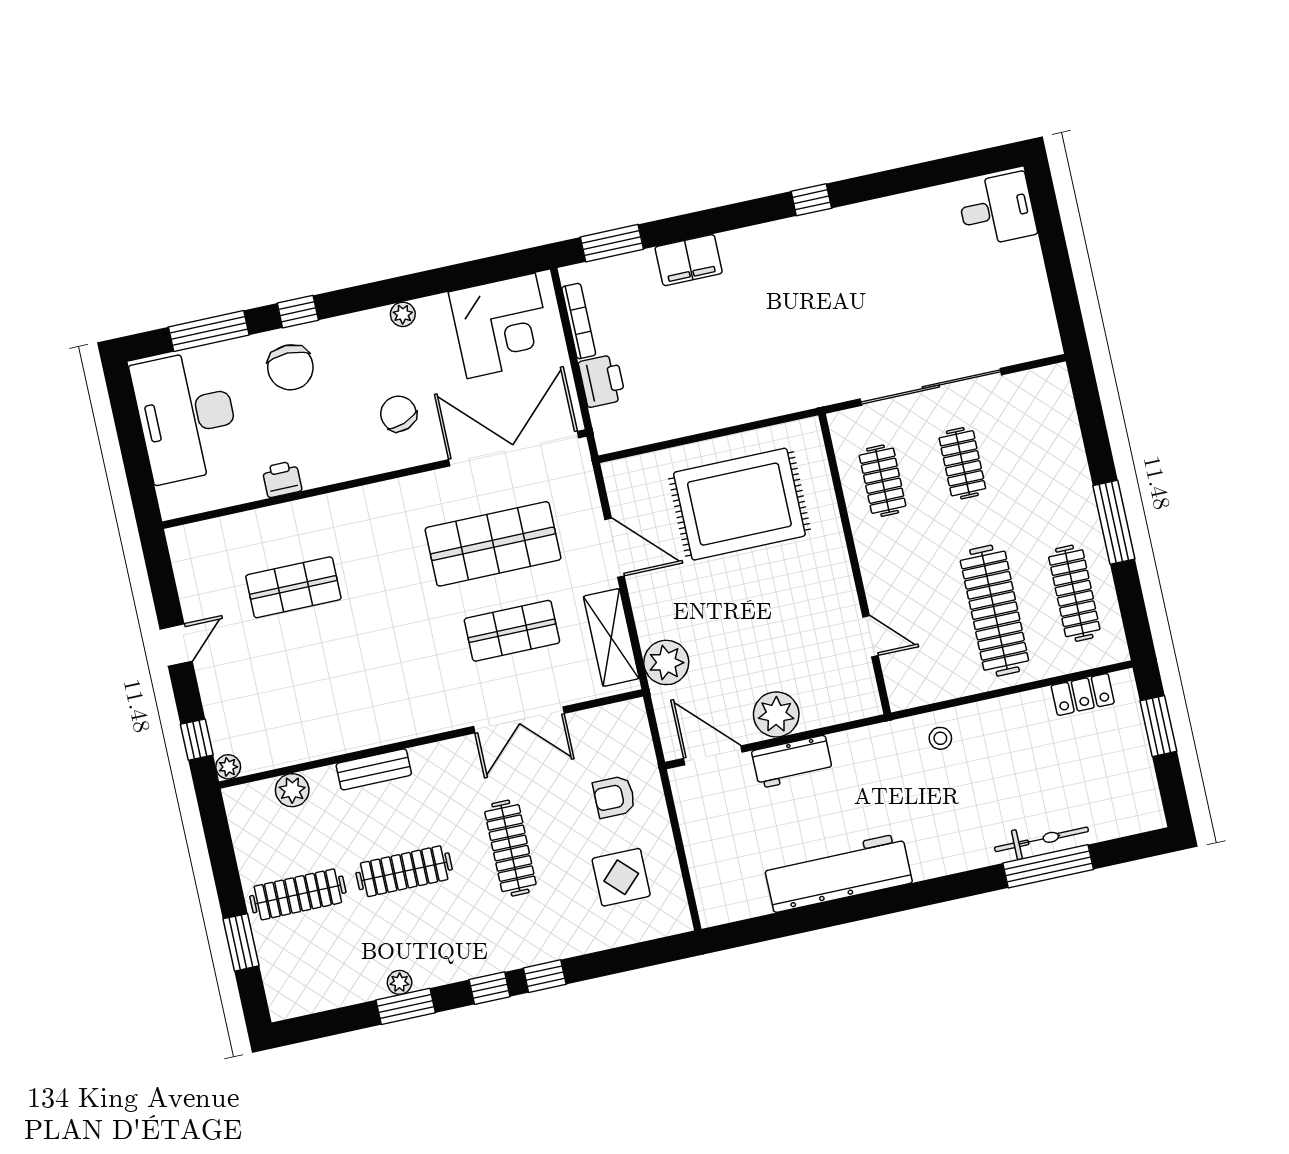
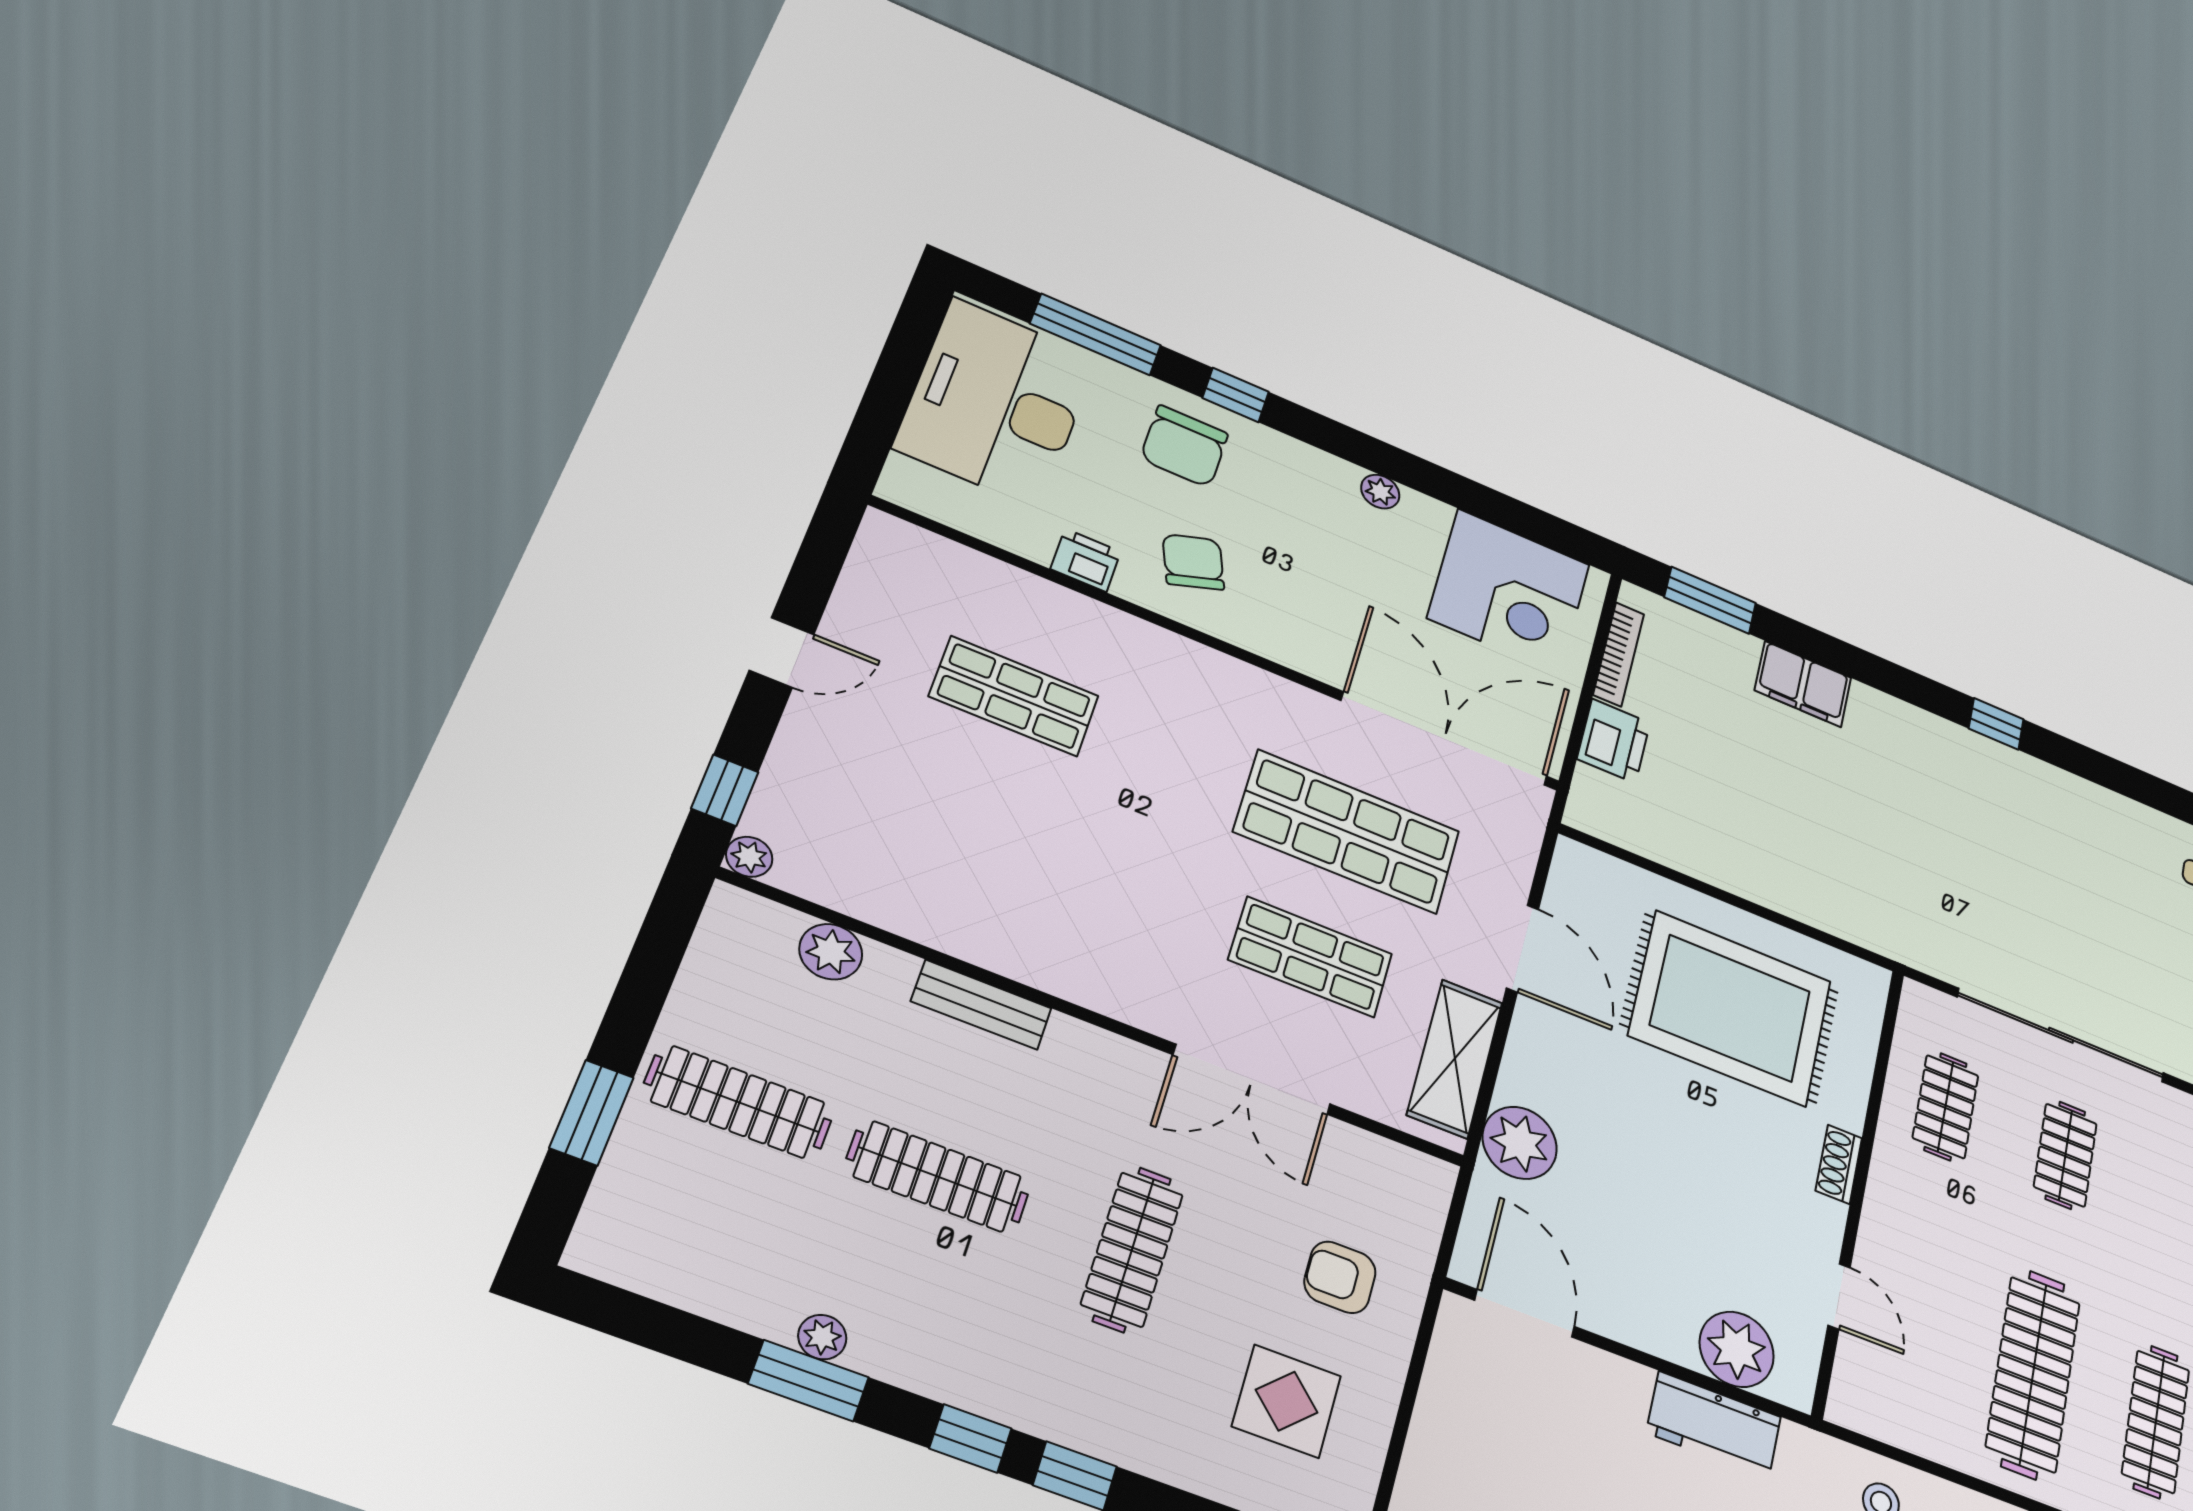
chair: (398, 414) -> (1193, 562), moved
shoe rack: (838, 558) -> (1839, 1164), added
plant: (776, 714) -> (1737, 1349), moved
workbench: (792, 762) -> (1714, 1425), moved

